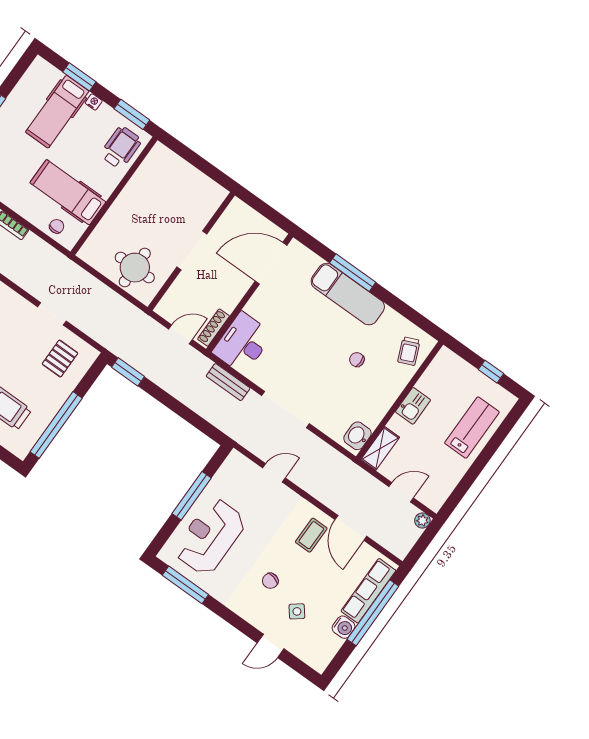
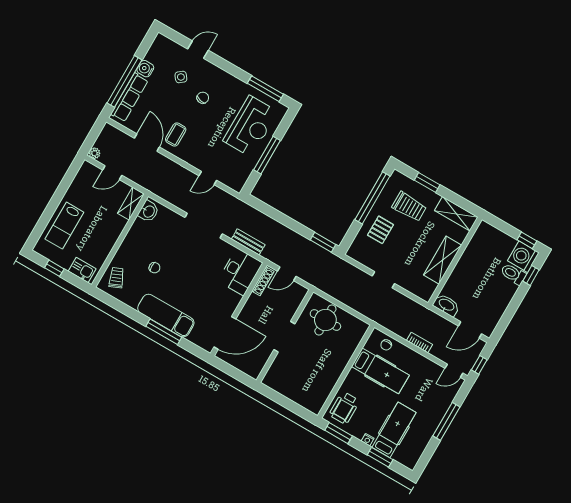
pallet: (60, 358) -> (381, 230), moved
kitchen sink: (413, 406) -> (82, 270), moved, turned 90

